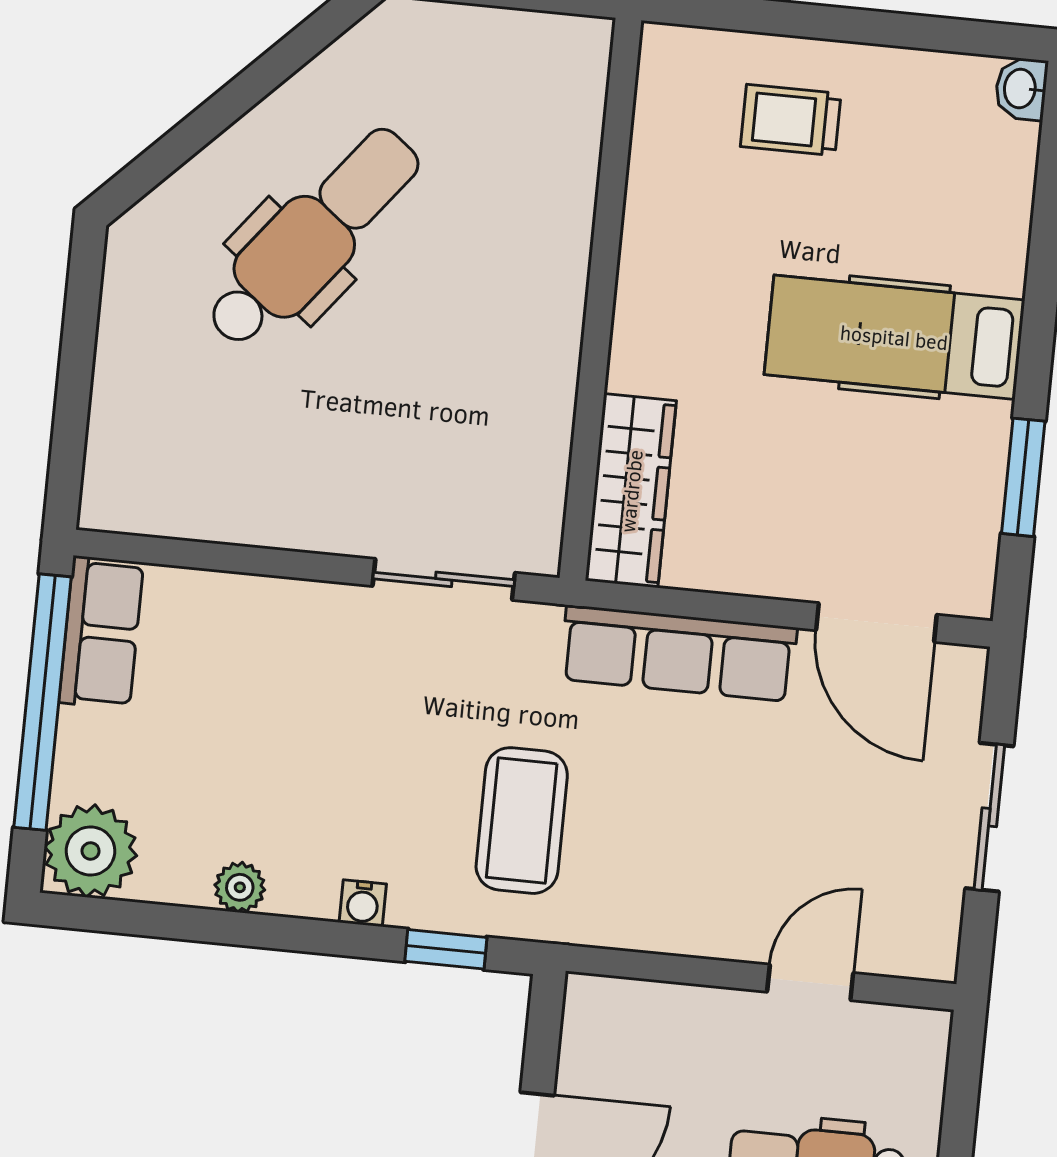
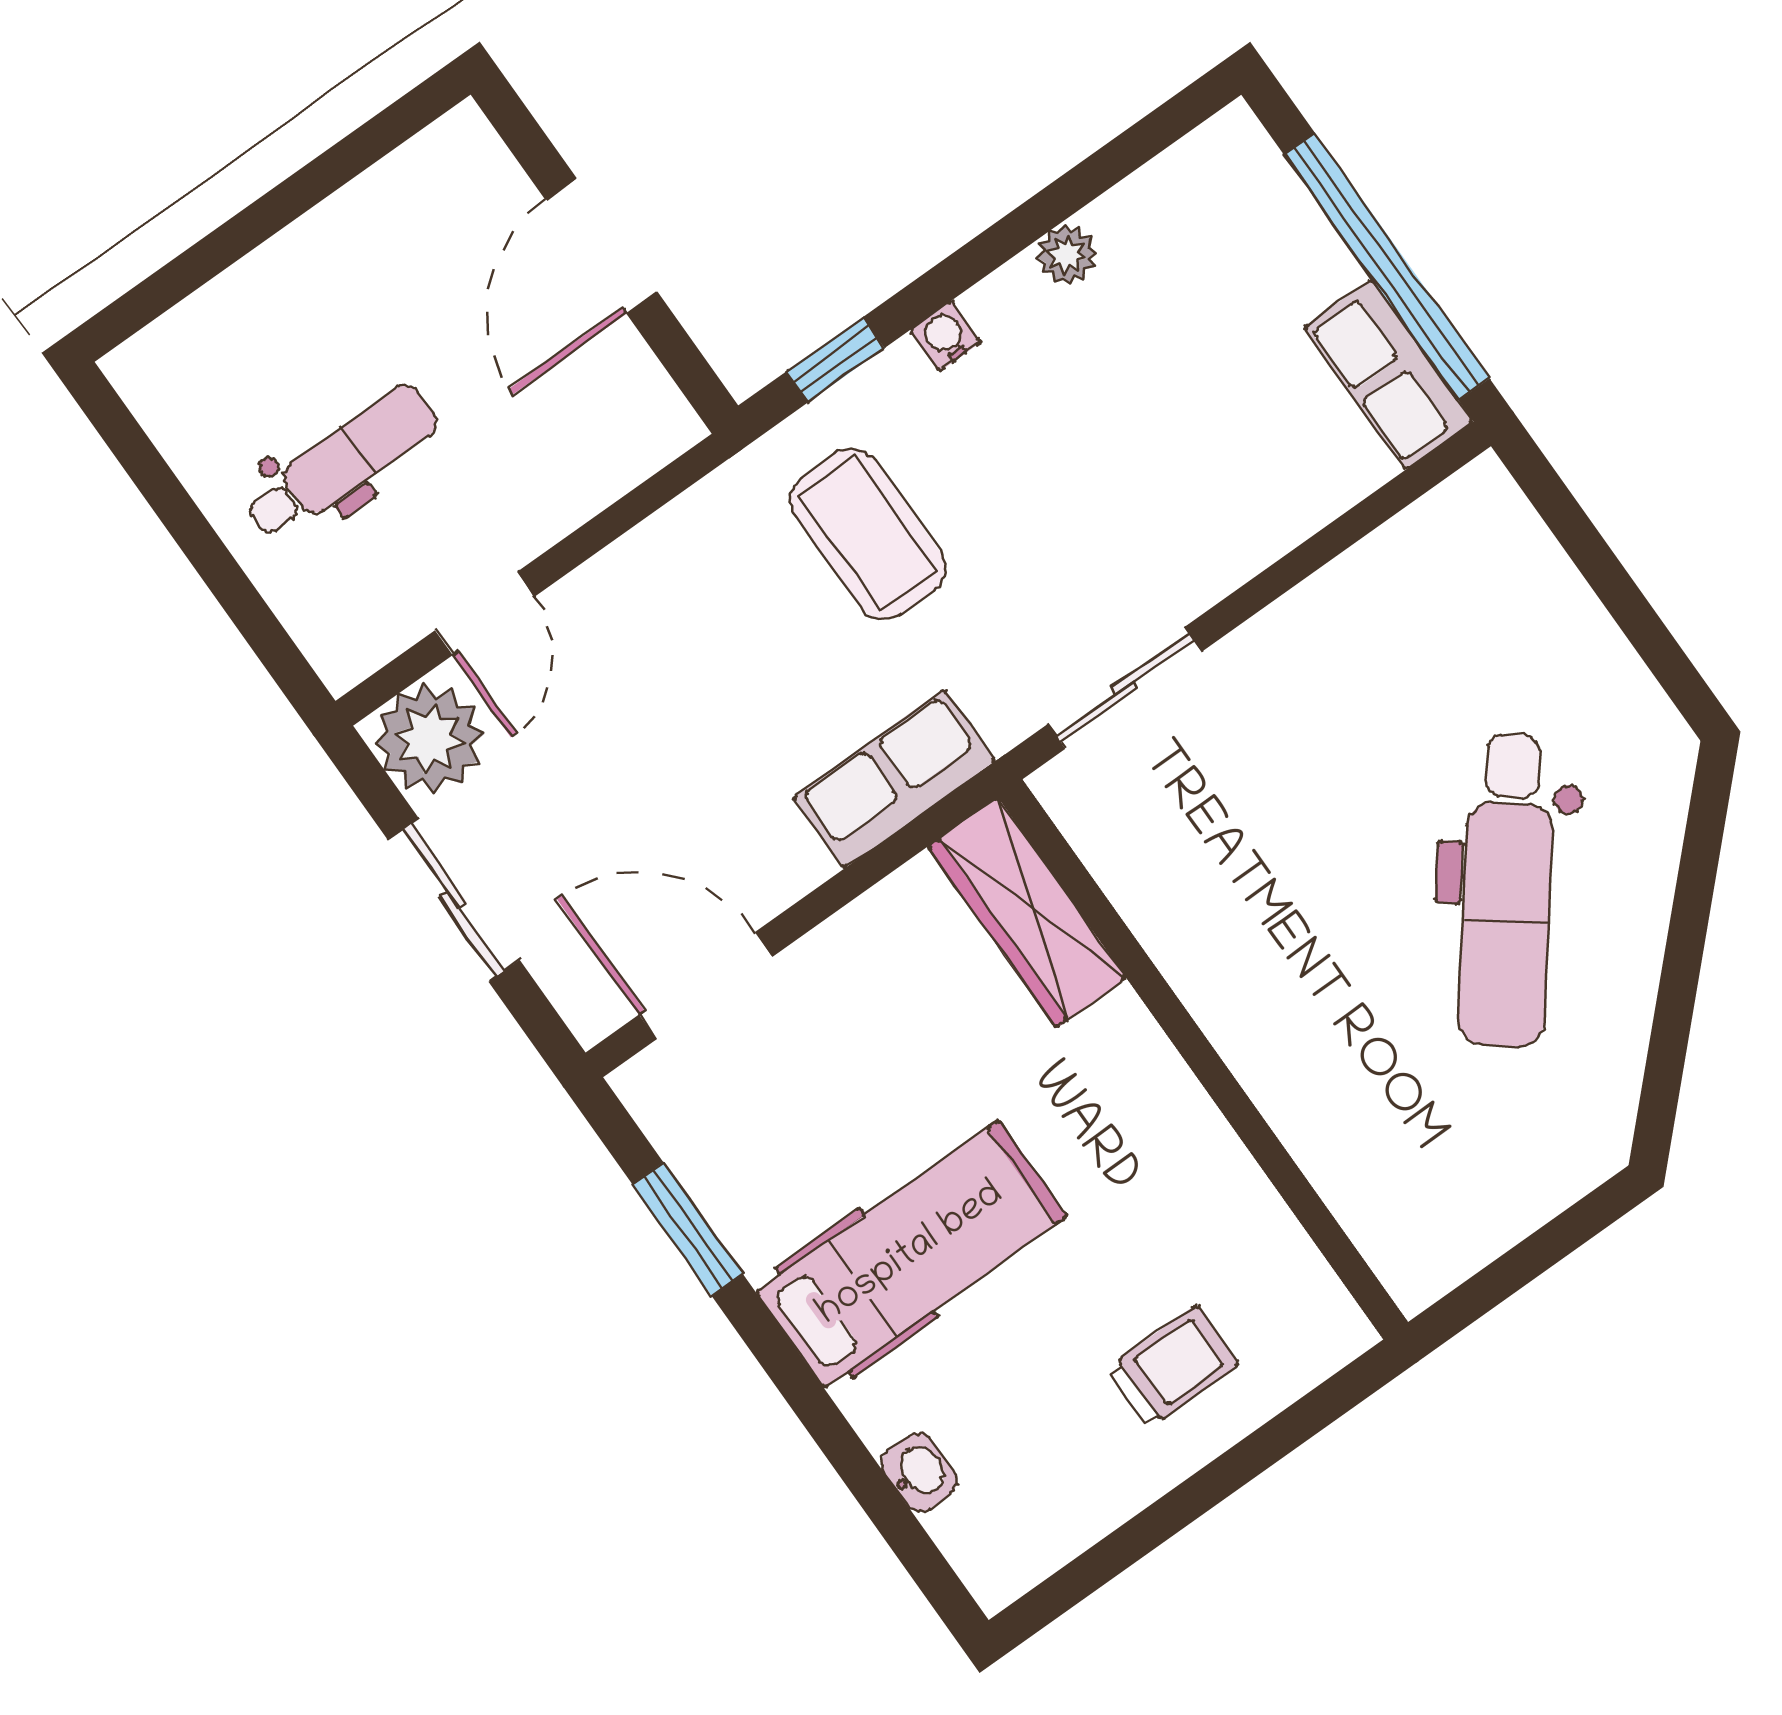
washbasin: (1021, 89) -> (919, 1472), moved
row of seats: (678, 653) -> (894, 779), width x0.68
plant: (91, 851) -> (430, 739), moved

